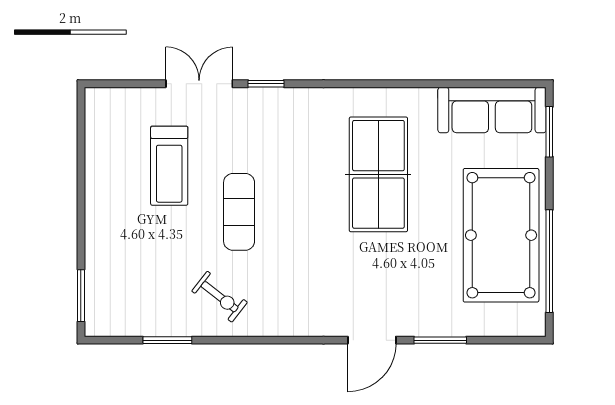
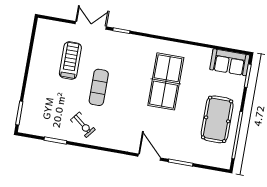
sofa: (492, 110) -> (230, 62), width x0.73
treadmill: (169, 166) -> (70, 61), turned 180
pool table: (501, 235) -> (217, 119), width x0.73, depth x0.76
door: (372, 340) -> (149, 157), swing flipped

